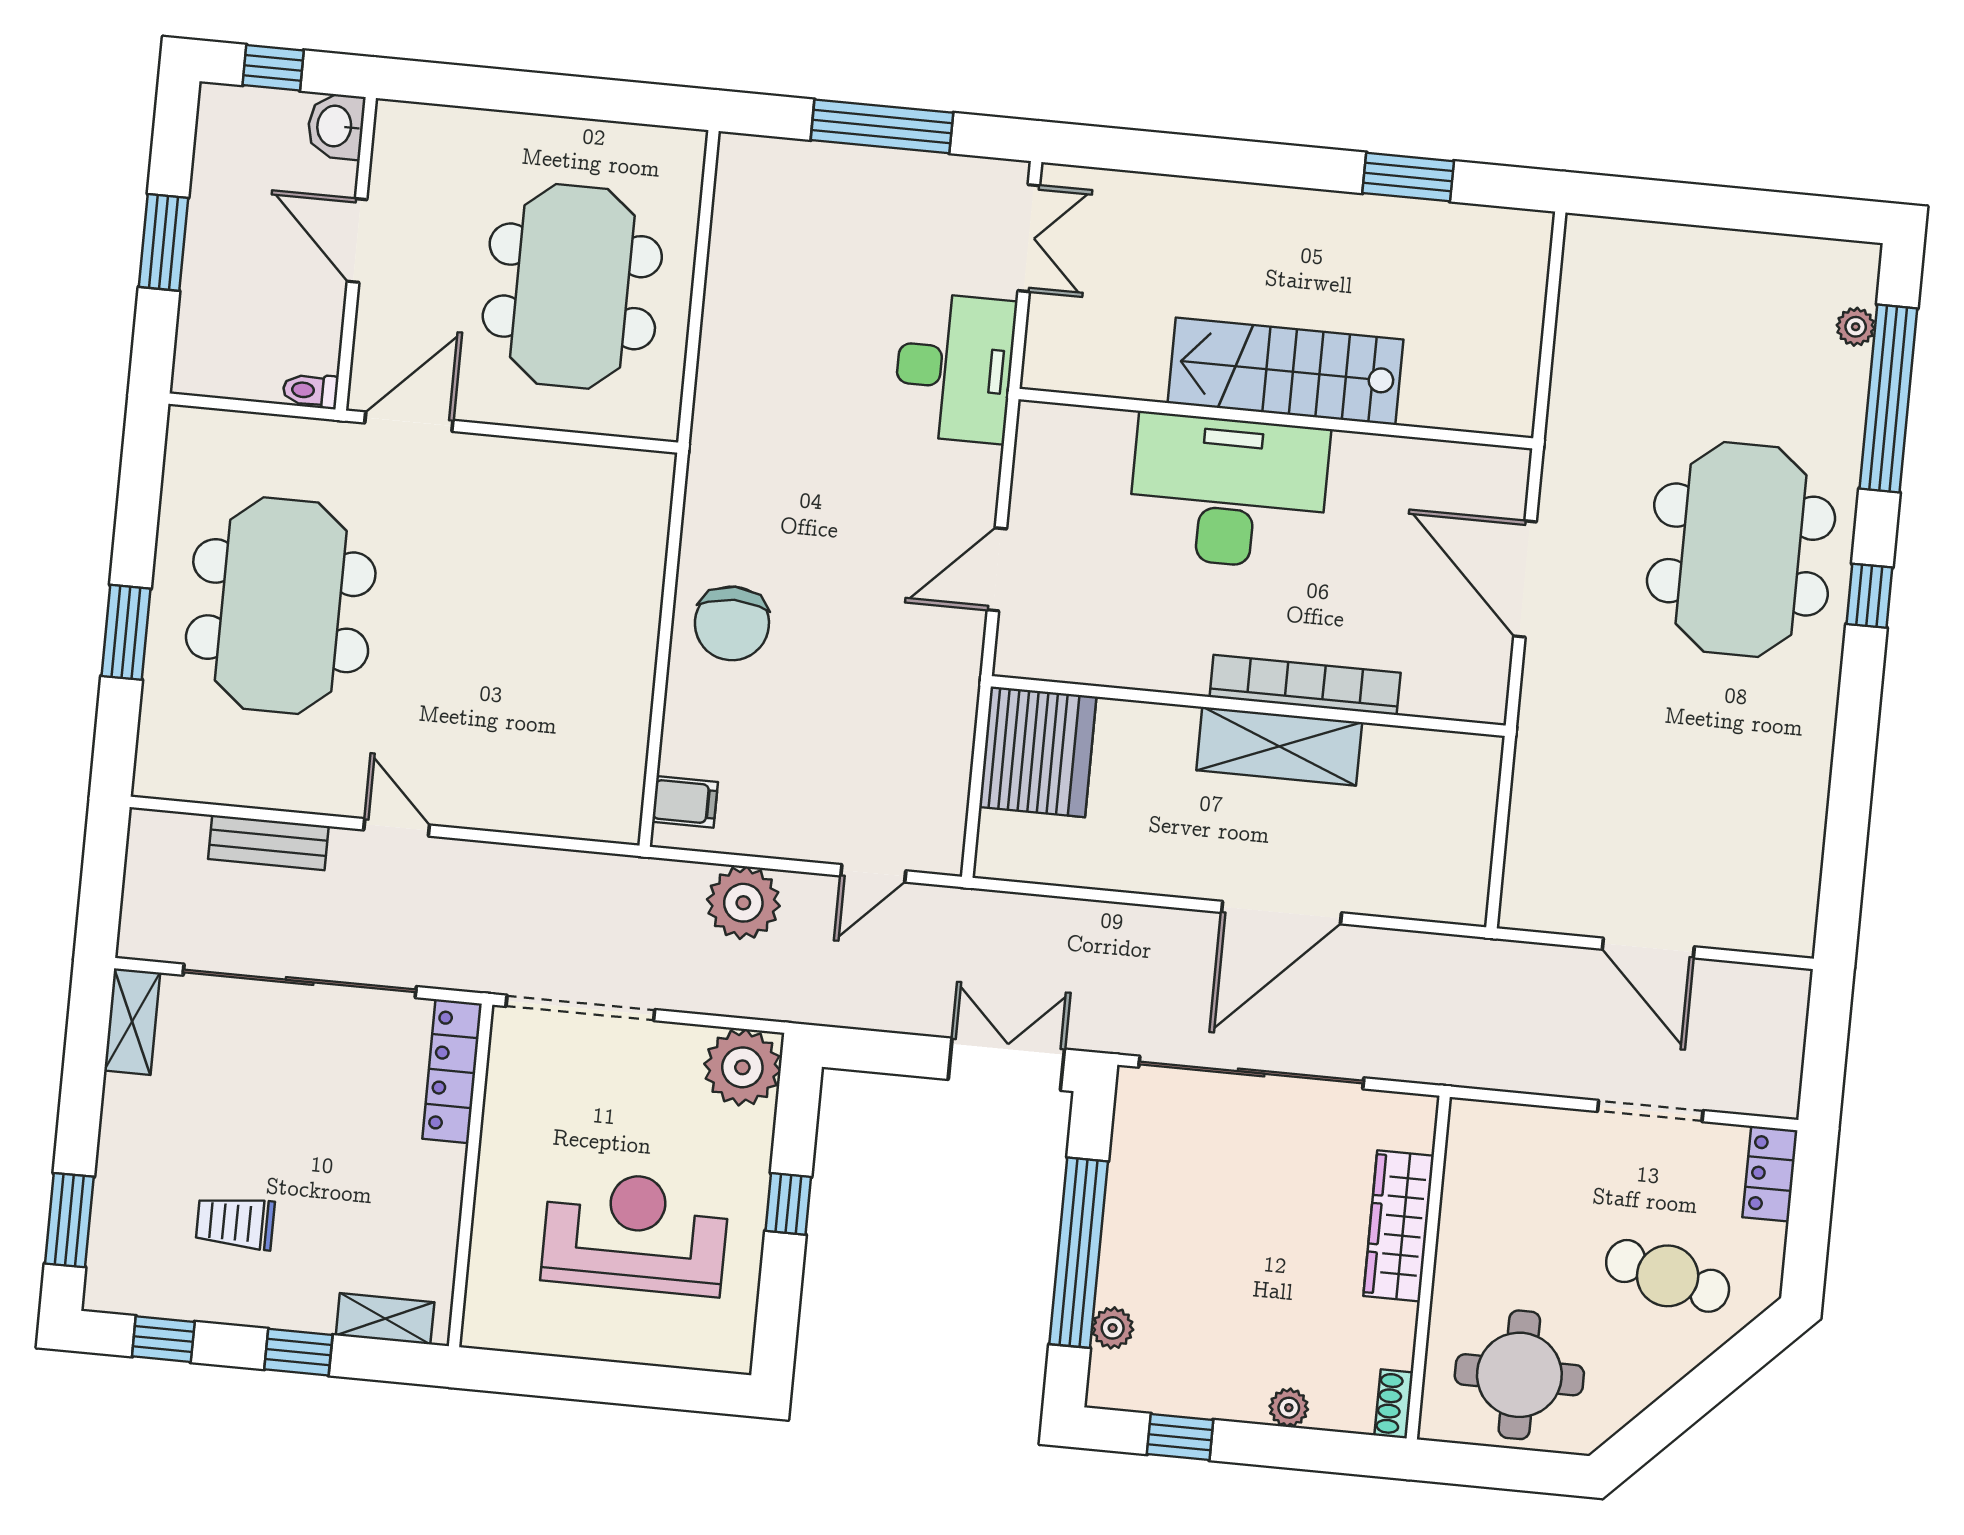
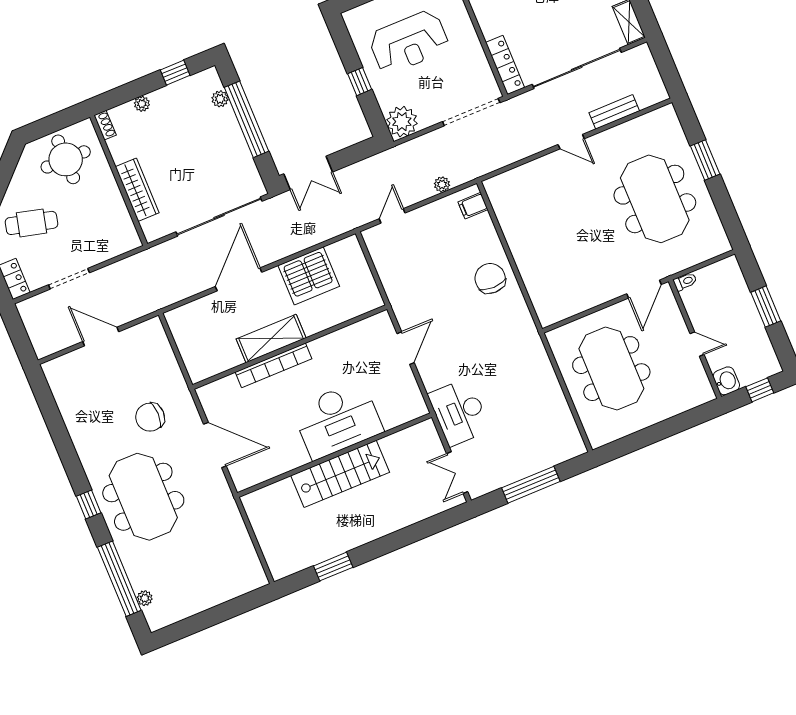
door: (357, 241) -> (697, 344), width x0.73
chair: (1634, 715) -> (150, 417), added
server rack: (1038, 752) -> (309, 276), moved, turned -90
plant: (743, 903) -> (442, 184), width x0.53, depth x0.53

